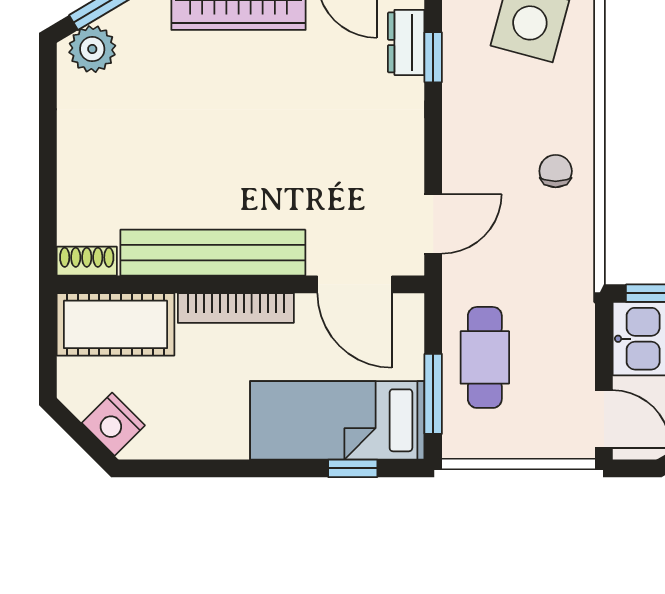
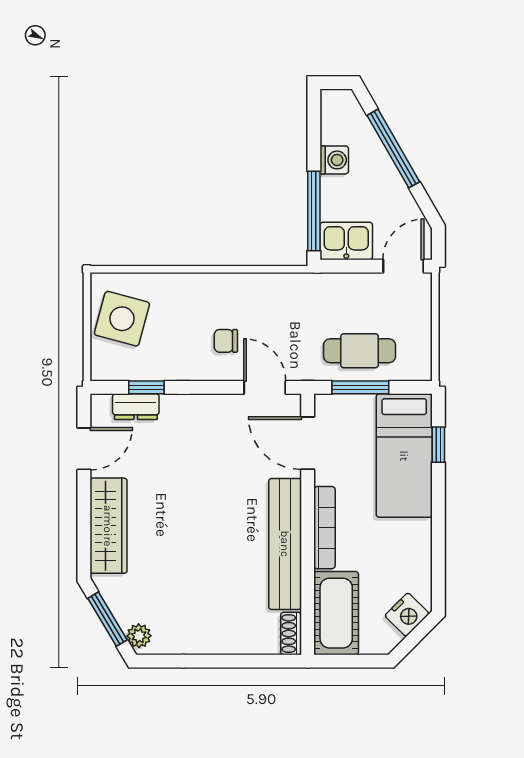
plant: (92, 49) -> (139, 636), width x0.73, depth x0.73
chair: (556, 171) -> (226, 341), moved
door: (355, 284) -> (308, 443), swing flipped
window: (433, 394) -> (360, 387), moved

